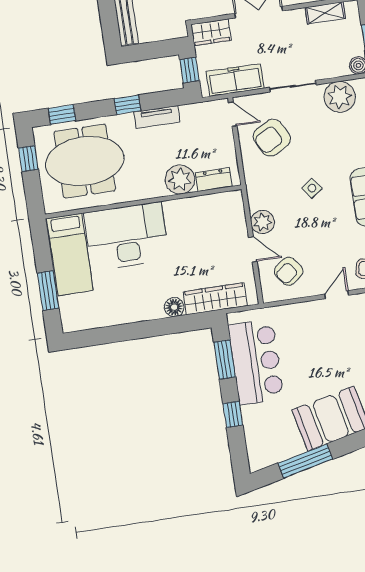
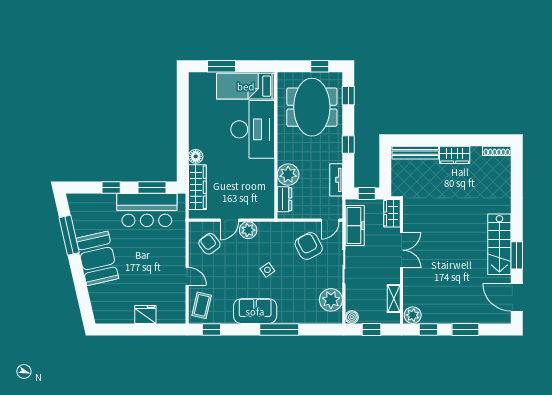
tv unit: (157, 117) -> (336, 180), moved

